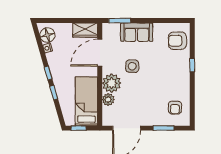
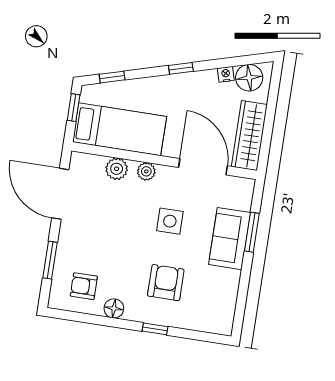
window: (120, 21) -> (252, 232), moved
wardrobe: (85, 30) -> (249, 136), width x1.50
armchair: (177, 41) -> (166, 283), moved
plant: (112, 83) -> (146, 171), width x0.53, depth x0.53
floor lamp: (184, 89) -> (114, 308), added
window: (54, 93) -> (112, 77), moved

